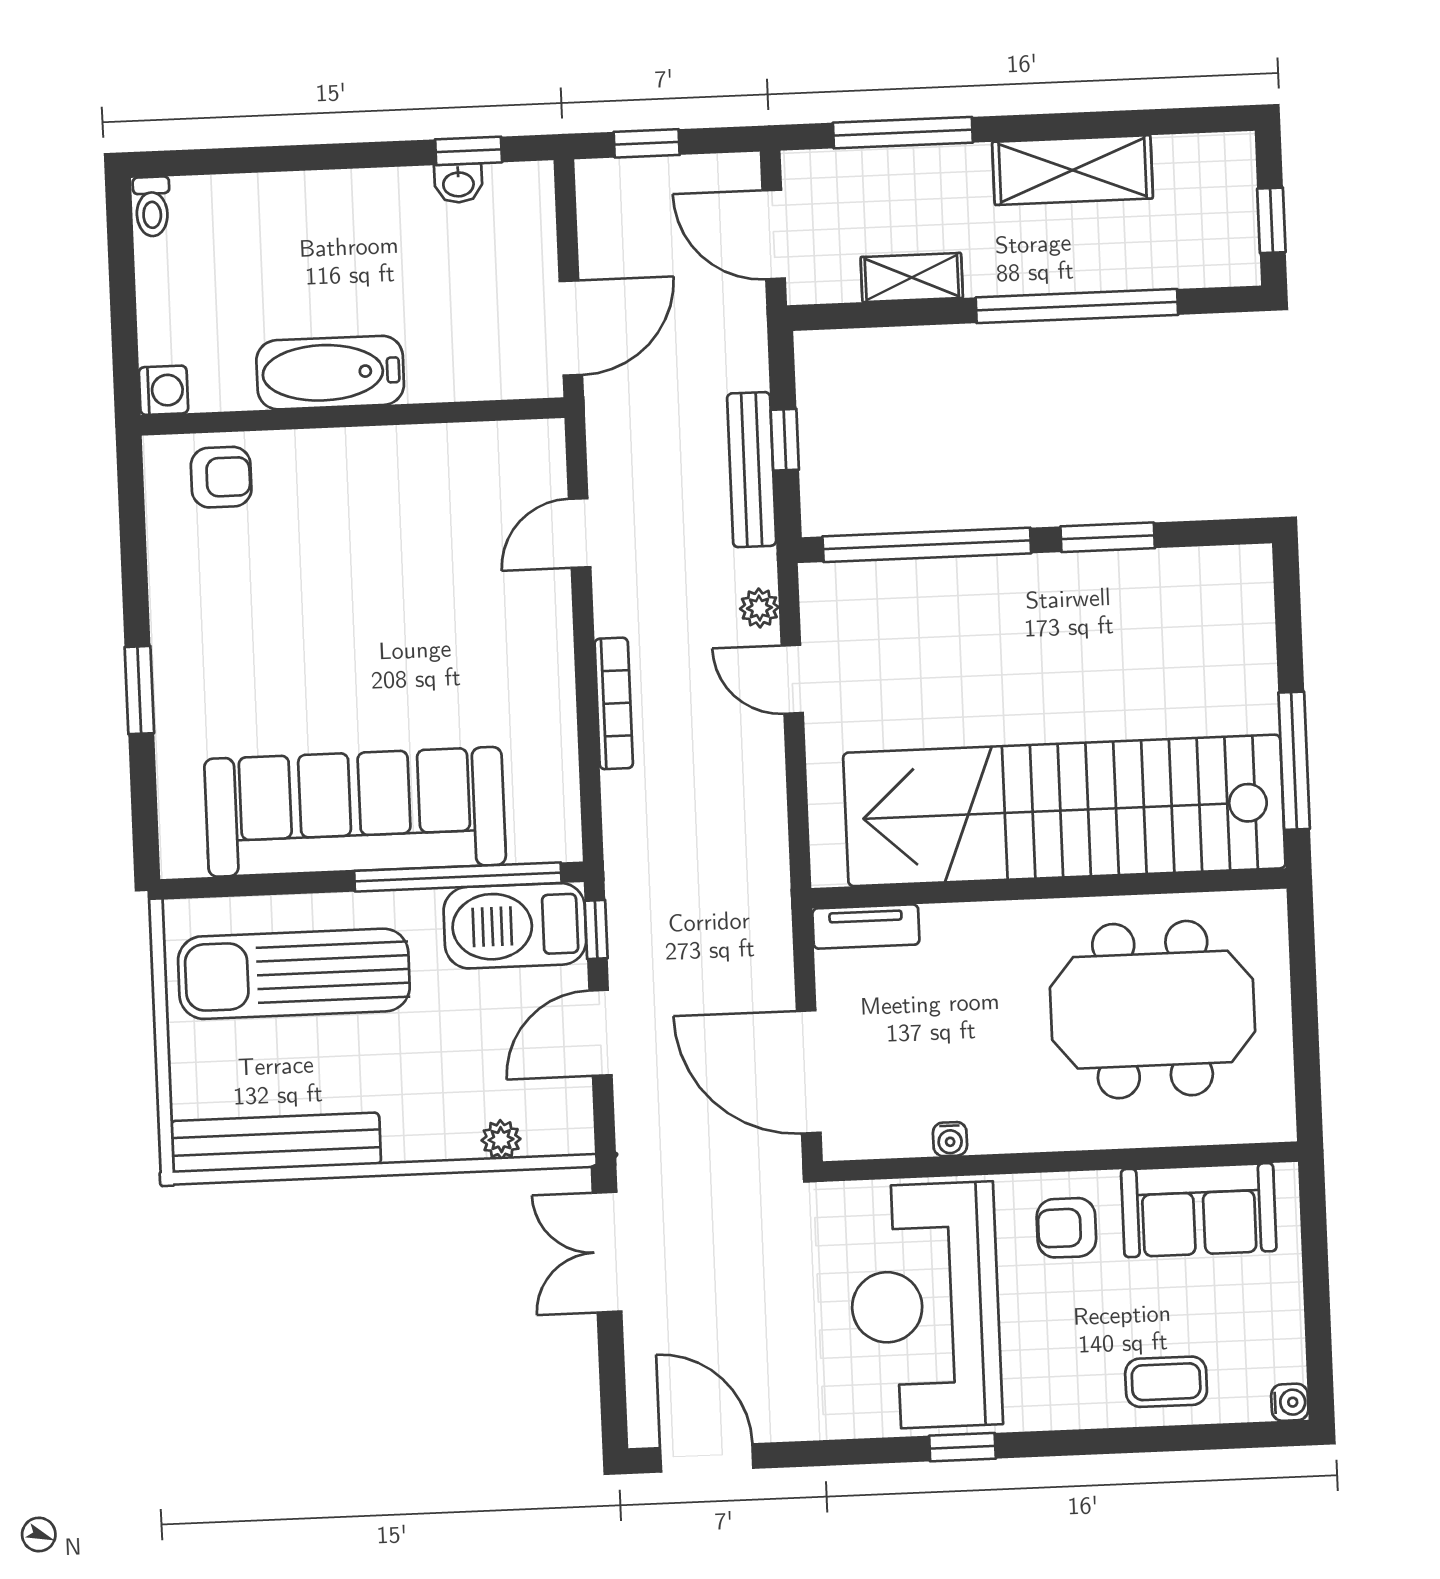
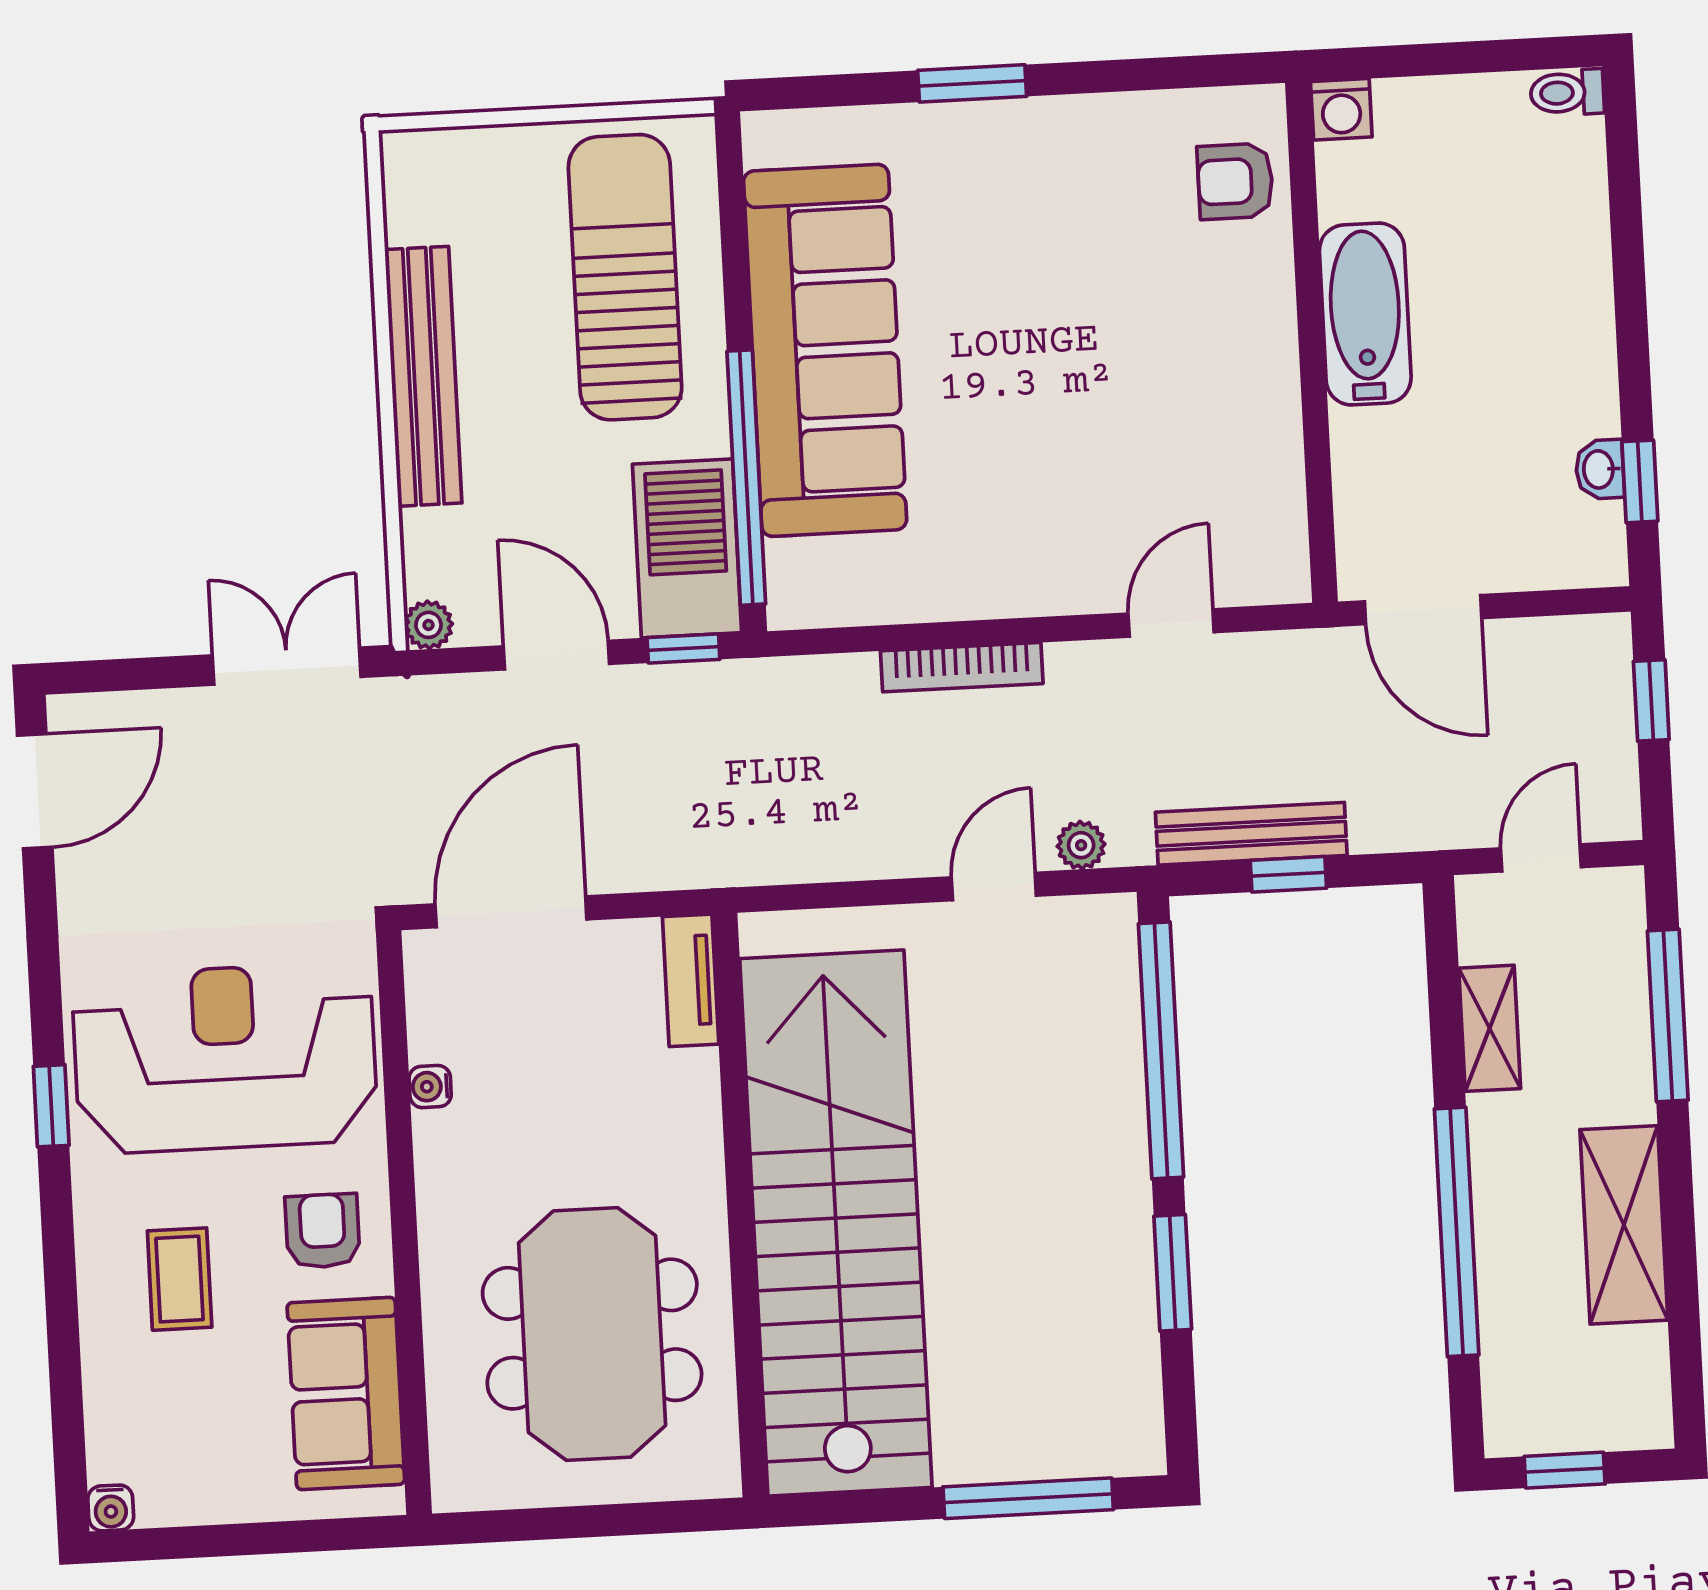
door: (774, 234) -> (1541, 858), width x0.73
armchair: (221, 477) -> (1235, 181), turned 90
door: (580, 533) -> (1171, 623), hinge flipped
window: (1294, 761) -> (1028, 1498), moved
plant: (501, 1140) -> (428, 625), moved
bench: (276, 1143) -> (423, 376), moved
coffee table: (1166, 1382) -> (180, 1279), moved

